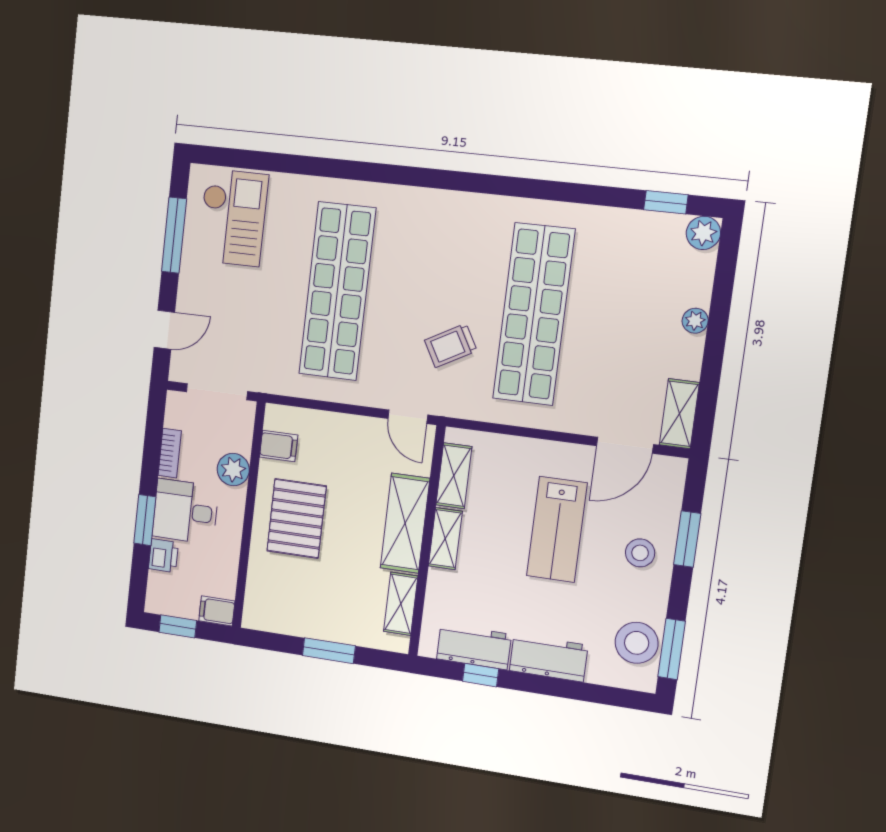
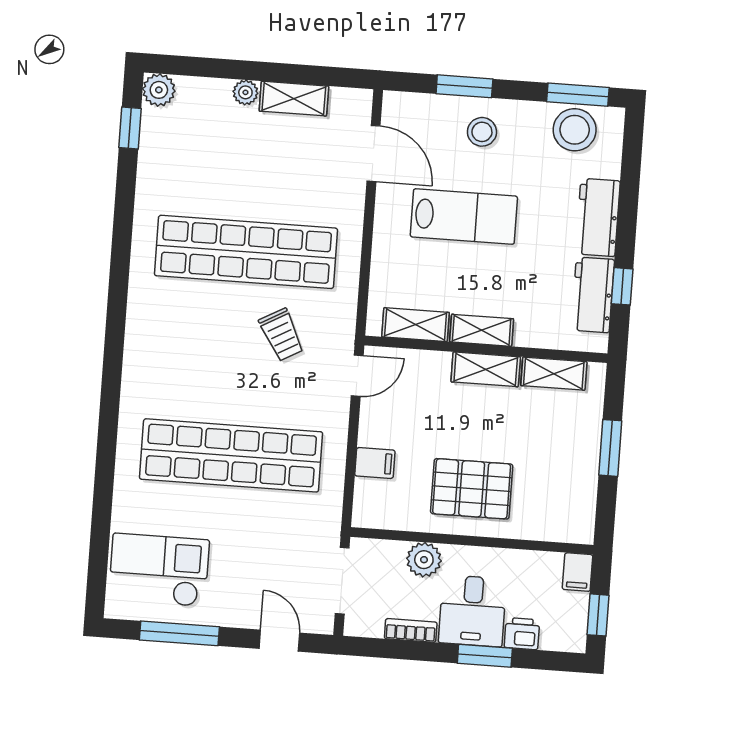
shelving: (679, 414) -> (294, 99), moved
filing cabinet: (279, 446) -> (375, 463), moved, turned 90
shelving: (405, 523) -> (486, 369), width x0.67, depth x0.75

